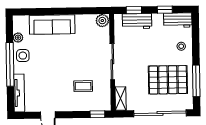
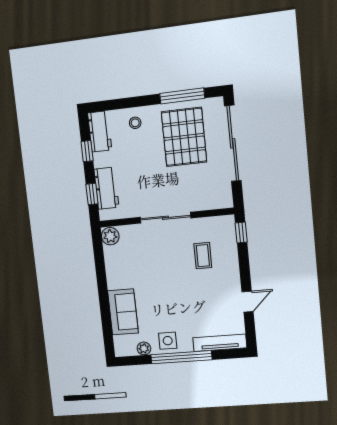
sofa: (52, 25) -> (123, 312), width x0.73
shelving: (121, 99) -> (216, 202), removed

